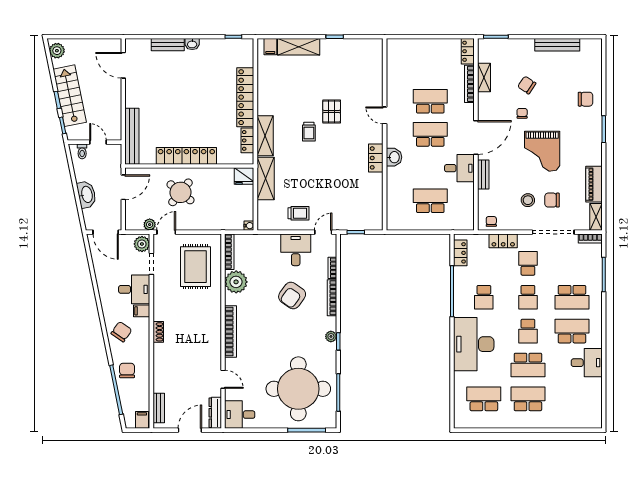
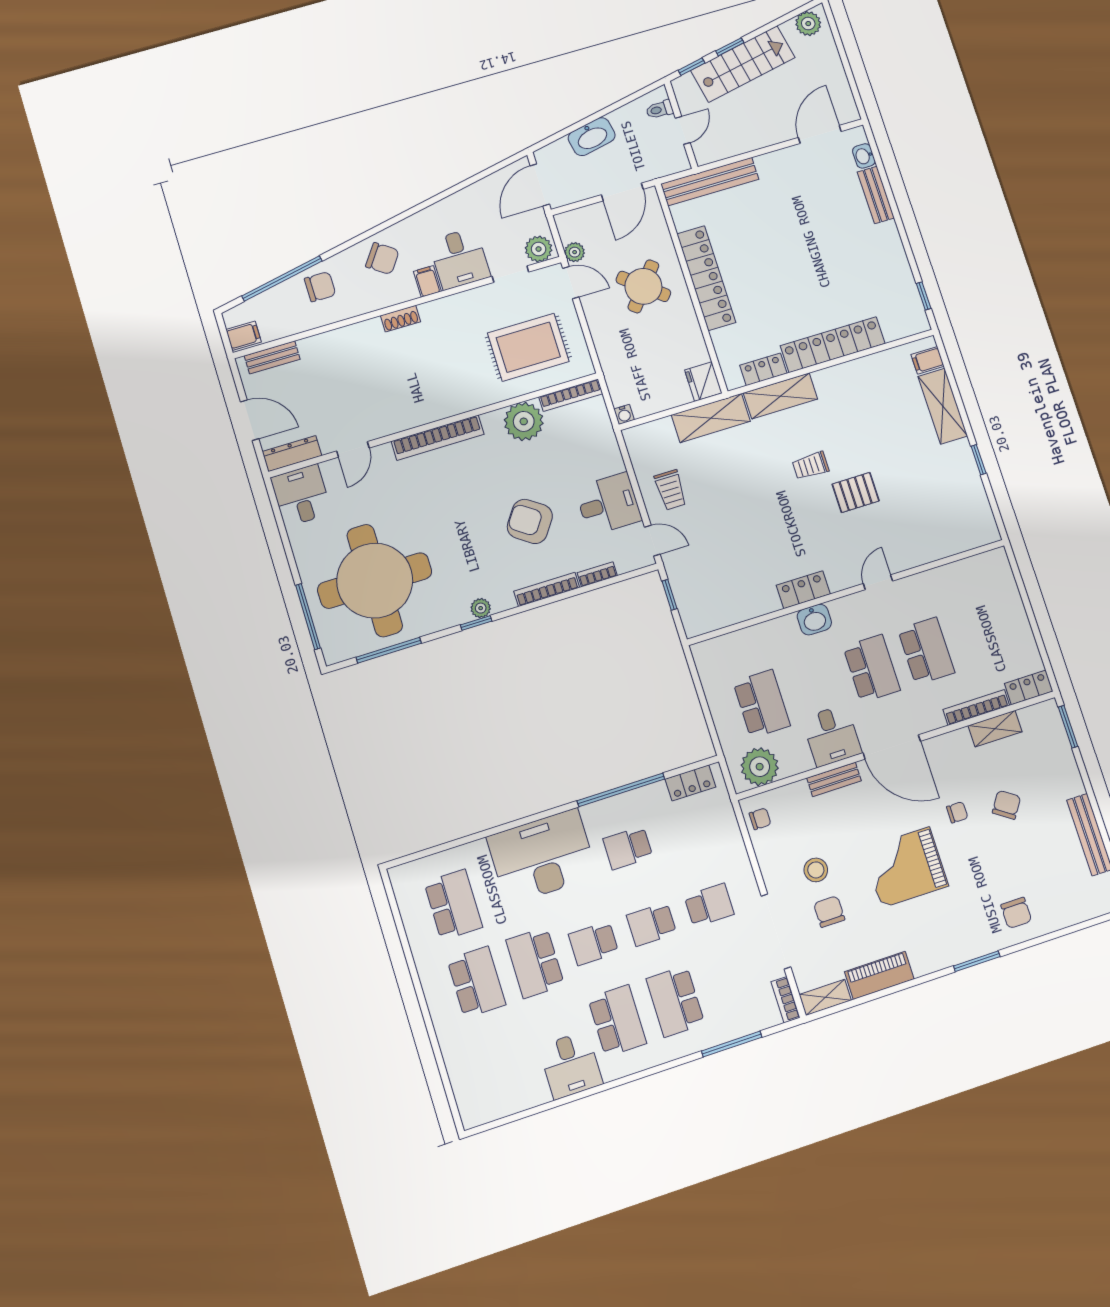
washbasin: (192, 44) -> (864, 156), moved
door: (123, 187) -> (622, 192), hinge flipped
plant: (464, 213) -> (760, 767), added
locker: (503, 241) -> (734, 850), removed

